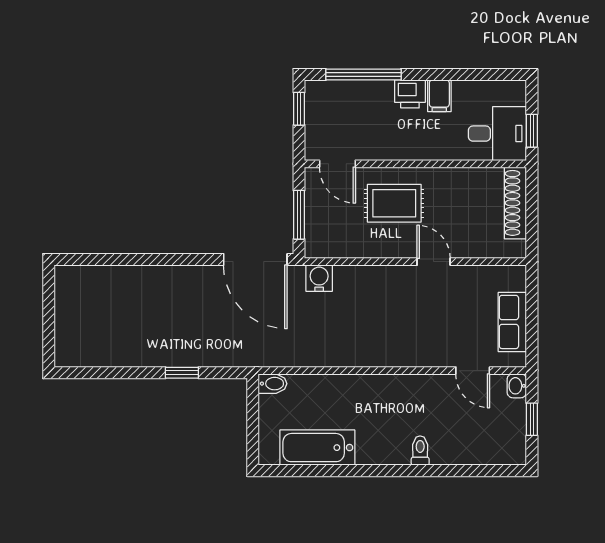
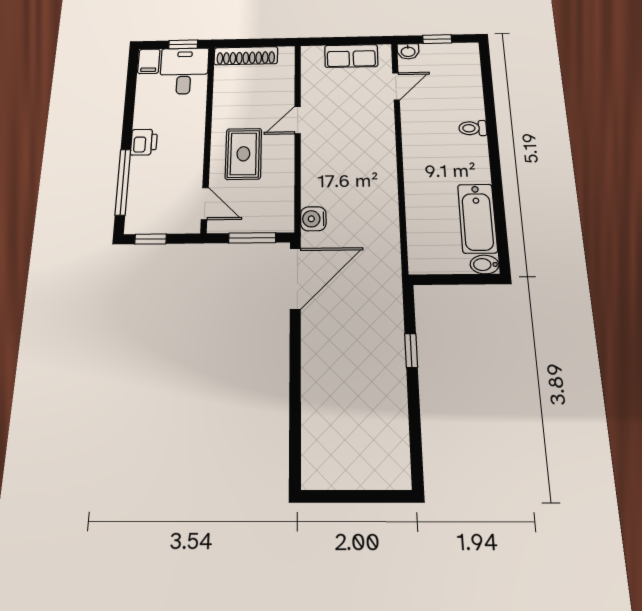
filing cabinet: (439, 96) -> (149, 61), moved, turned 90
door: (337, 164) -> (205, 204), hinge flipped
bidet: (273, 384) -> (485, 265), moved, turned -90

